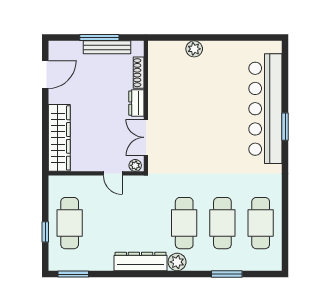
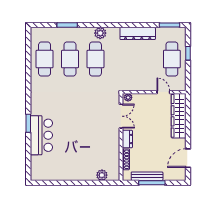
plant: (194, 49) -> (102, 175), moved
bar counter: (265, 109) -> (41, 135), width x0.54
door: (113, 173) -> (163, 92), moved
dresser: (141, 261) -> (138, 33), moved

